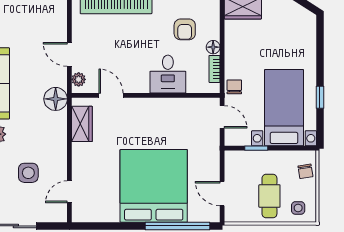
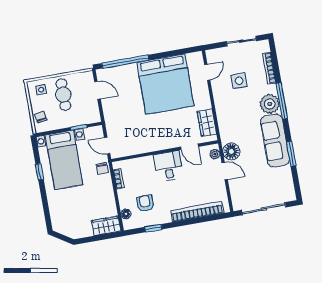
floor lamp: (213, 47) -> (126, 214), moved
desk: (168, 74) -> (168, 166), moved
floor lamp: (56, 99) -> (231, 151), moved
bed: (154, 186) -> (165, 84), moved

